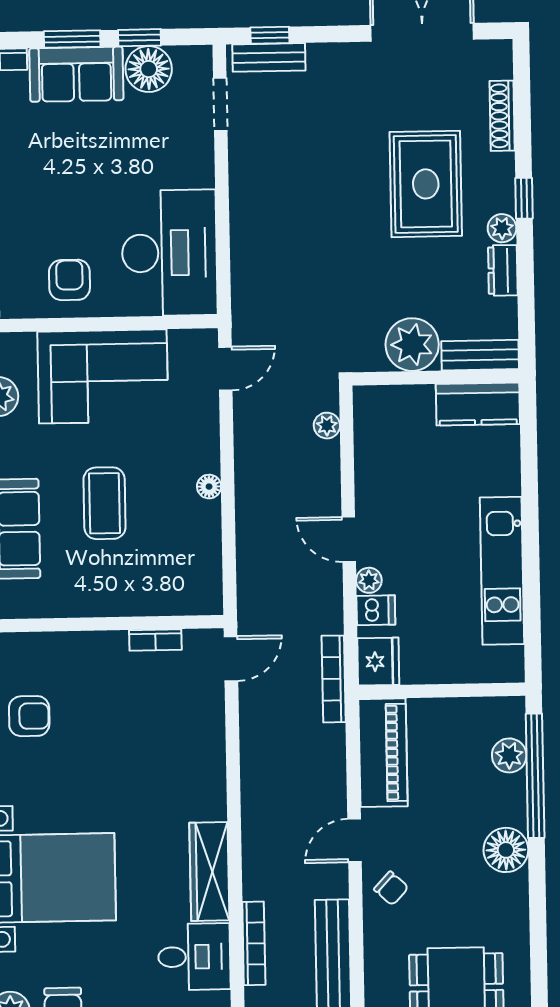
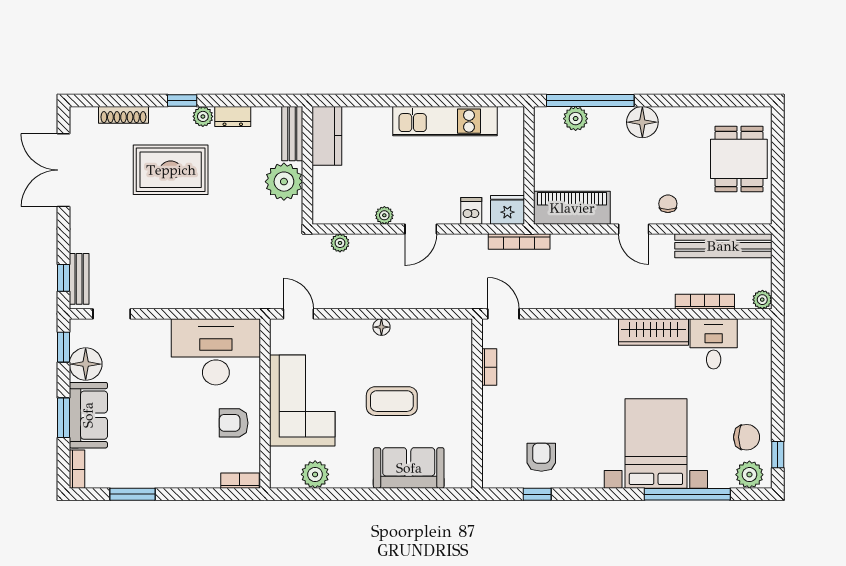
window: (140, 38) -> (63, 347), moved
plant: (369, 580) -> (384, 215), moved
chair: (391, 888) -> (668, 204), turned -43

